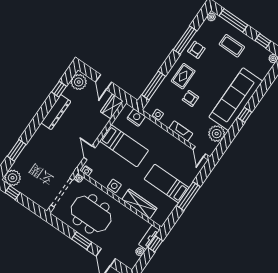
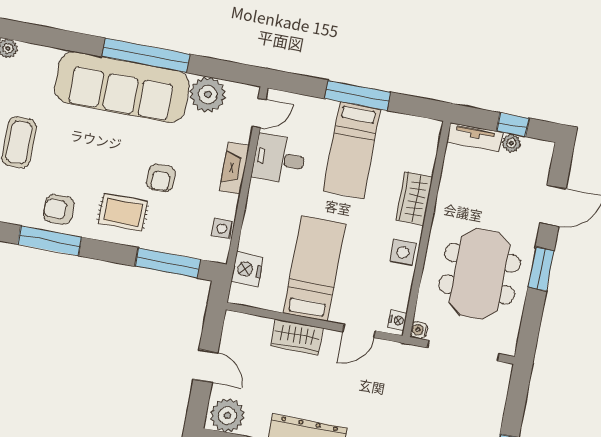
door: (104, 82) -> (205, 366), hinge flipped
wardrobe: (112, 106) -> (297, 337), moved
window: (245, 115) -> (146, 55), width x3.17
desk: (176, 151) -> (279, 159), added
wardrobe: (139, 204) -> (414, 198), width x0.67
window: (155, 244) -> (513, 125), moved

